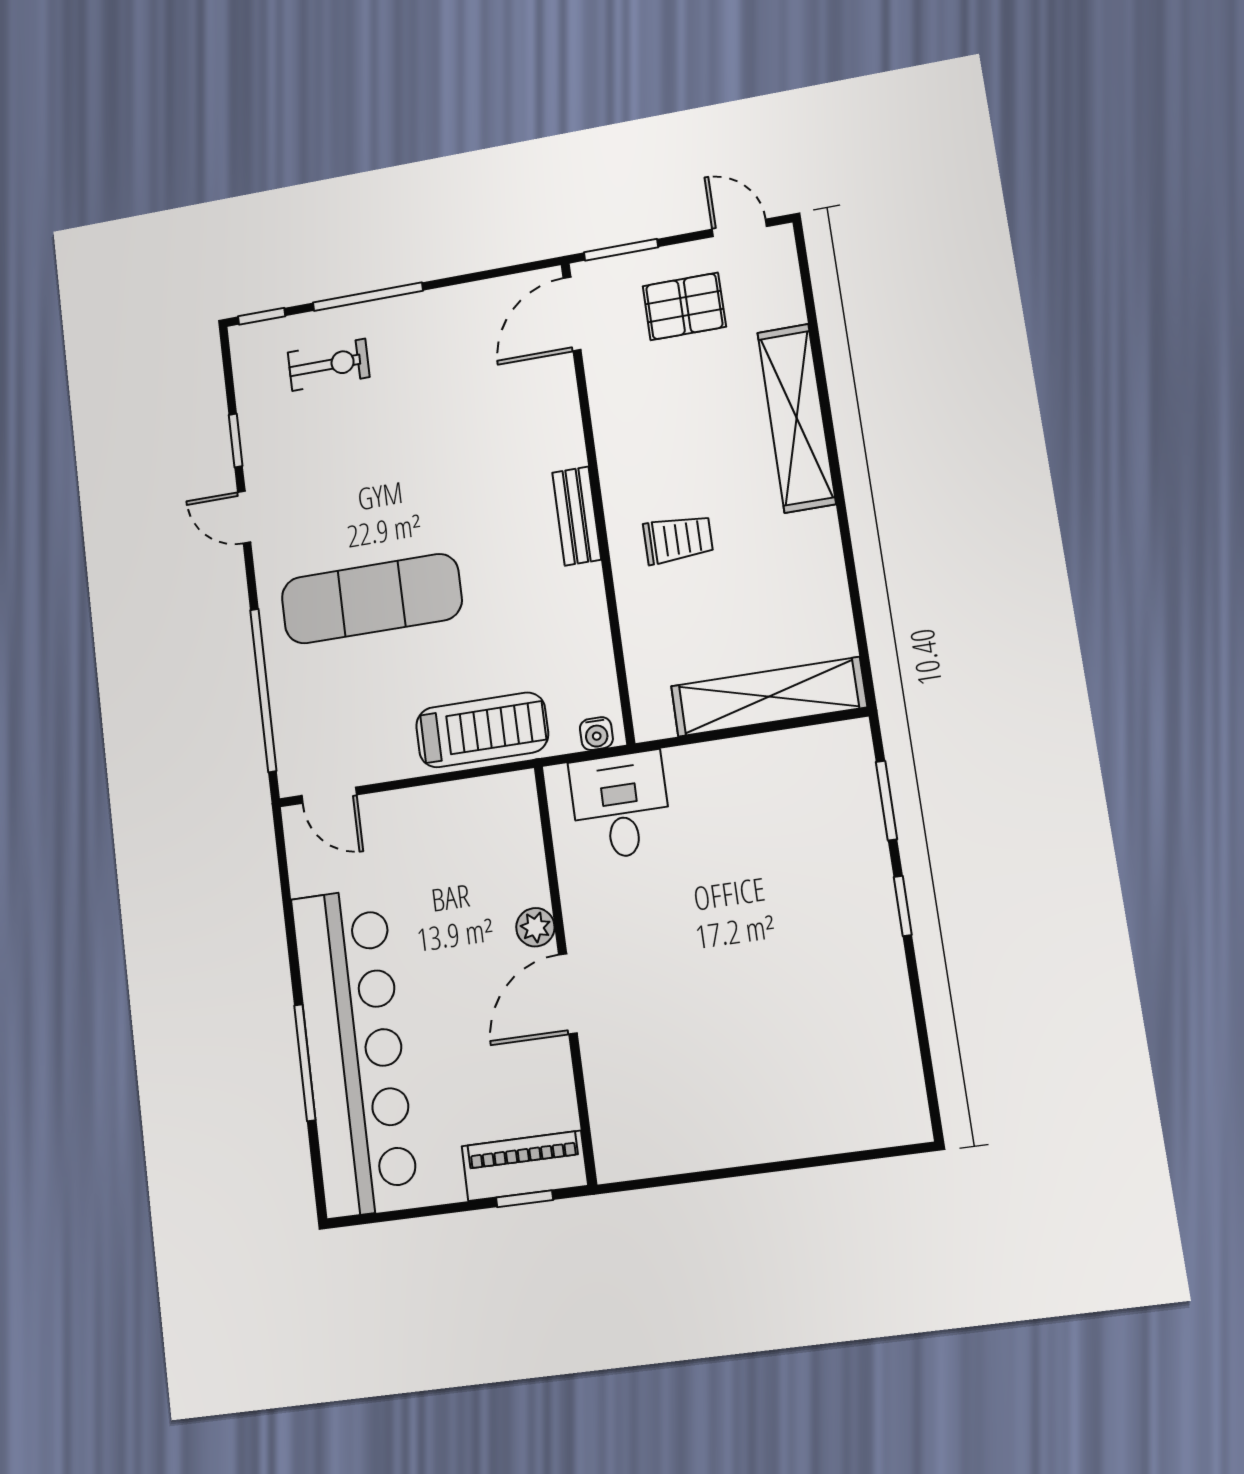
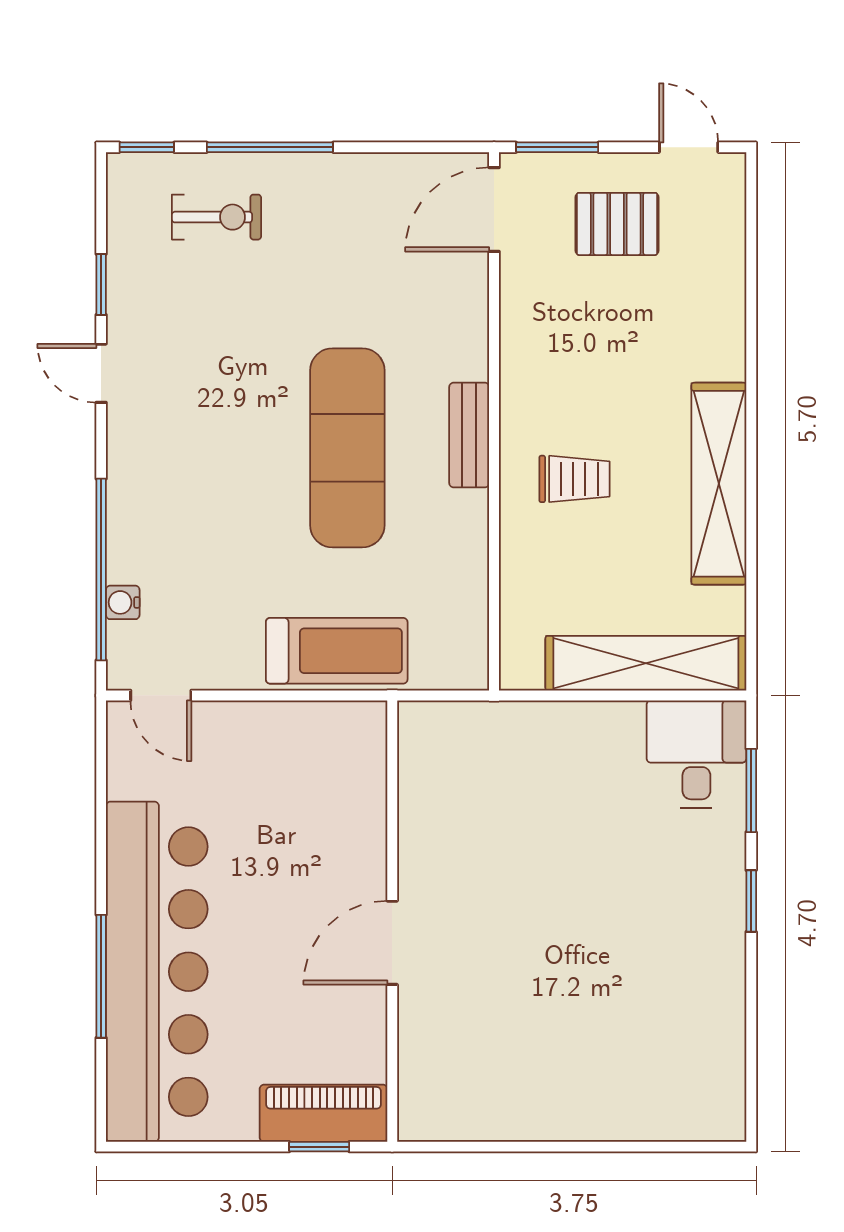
shelving: (797, 418) -> (719, 484), moved
exercise mat: (371, 599) -> (347, 448), moved, turned 90
water cooler: (596, 734) -> (123, 602), moved, turned 90
desk: (620, 806) -> (696, 754), moved
plant: (535, 927) -> (367, 869), removed

